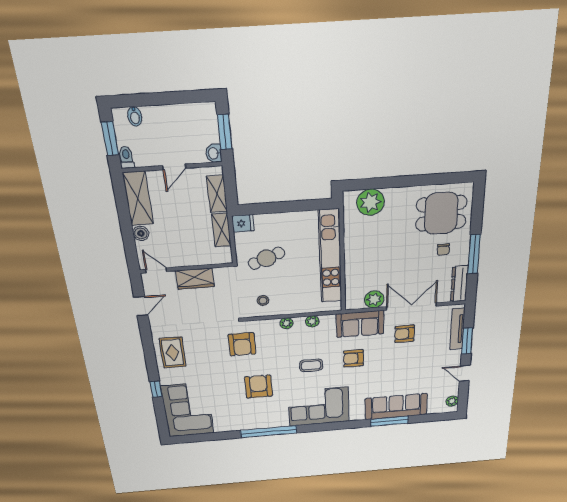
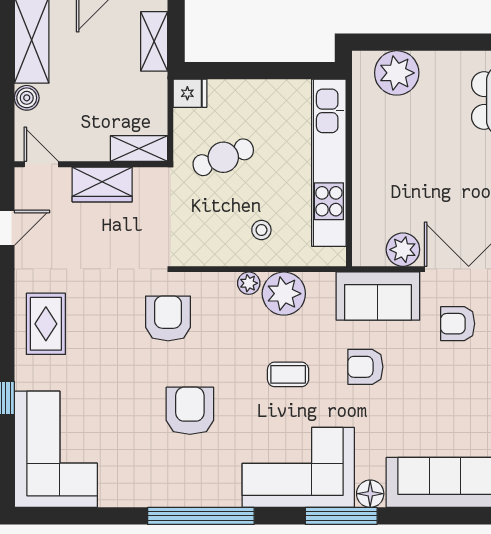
shelving: (221, 230) -> (139, 149), moved, turned 90
stool: (263, 301) -> (261, 230), moved
plant: (312, 321) -> (284, 294), width x1.88, depth x1.88
armchair: (242, 344) -> (168, 318), turned 180
floor lamp: (357, 415) -> (370, 494), added
window: (389, 421) -> (341, 516), moved

